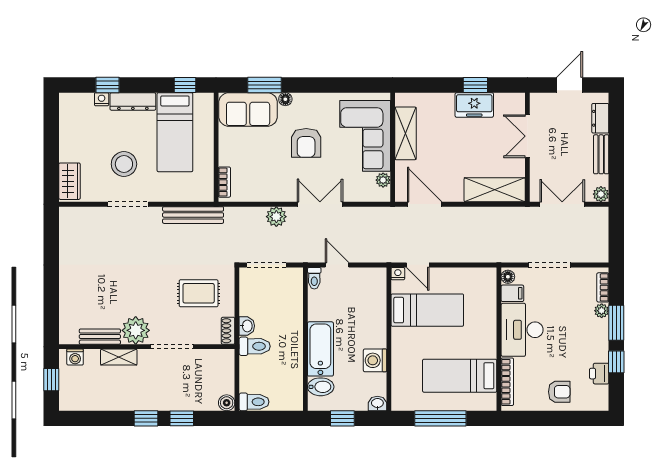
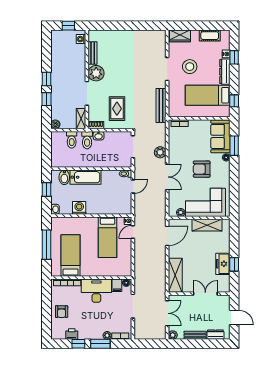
cot: (69, 129) -> (210, 36), added
shelving: (119, 357) -> (81, 119), moved
toilet: (254, 402) -> (72, 140), moved

